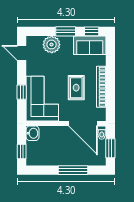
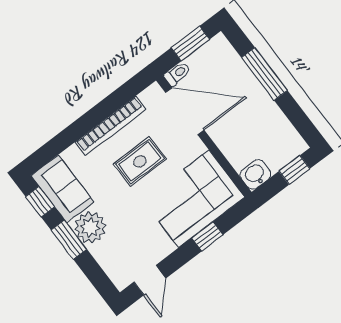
plant: (52, 45) -> (90, 227), moved
door: (83, 124) -> (185, 111), hinge flipped

